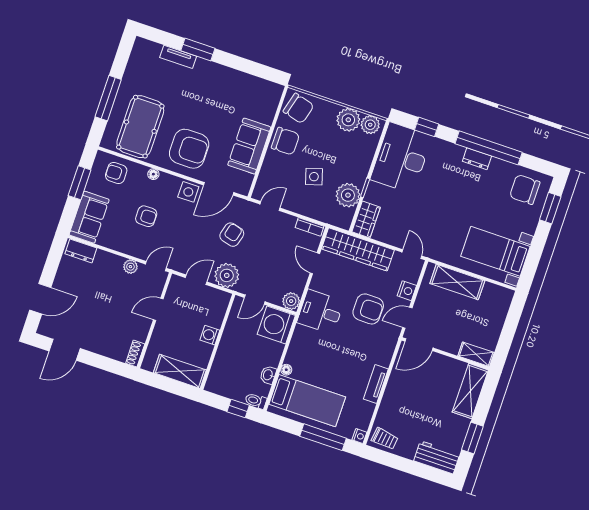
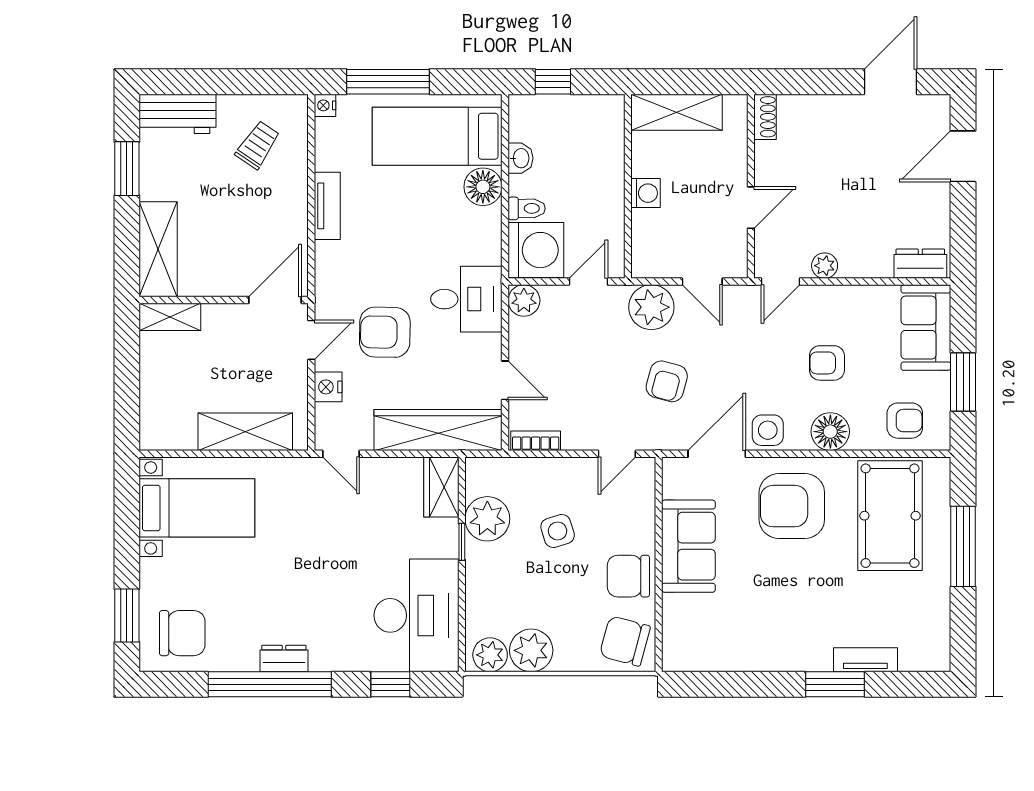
floor lamp: (153, 174) -> (830, 432), width x1.89, depth x1.89
door: (196, 280) -> (702, 282), hinge flipped
floor lamp: (286, 370) -> (483, 187), width x1.89, depth x1.89
toilet: (256, 401) -> (527, 208), moved
trolley: (385, 439) -> (258, 145), moved, turned 117

